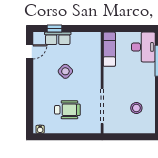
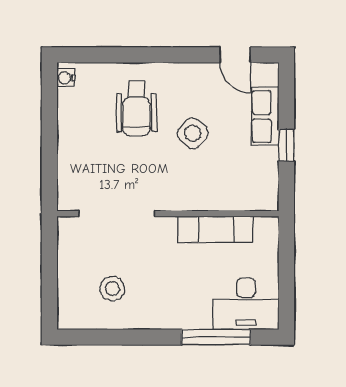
window: (55, 29) -> (286, 145), moved
exam couch: (109, 49) -> (215, 229), moved
wheelchair: (67, 110) -> (137, 108), moved

